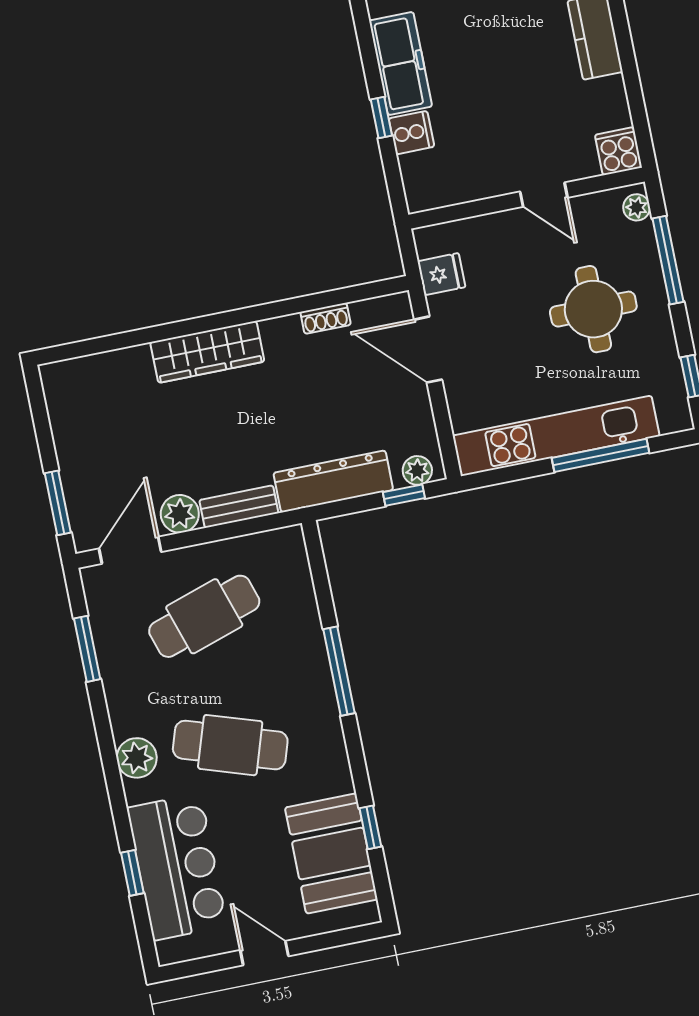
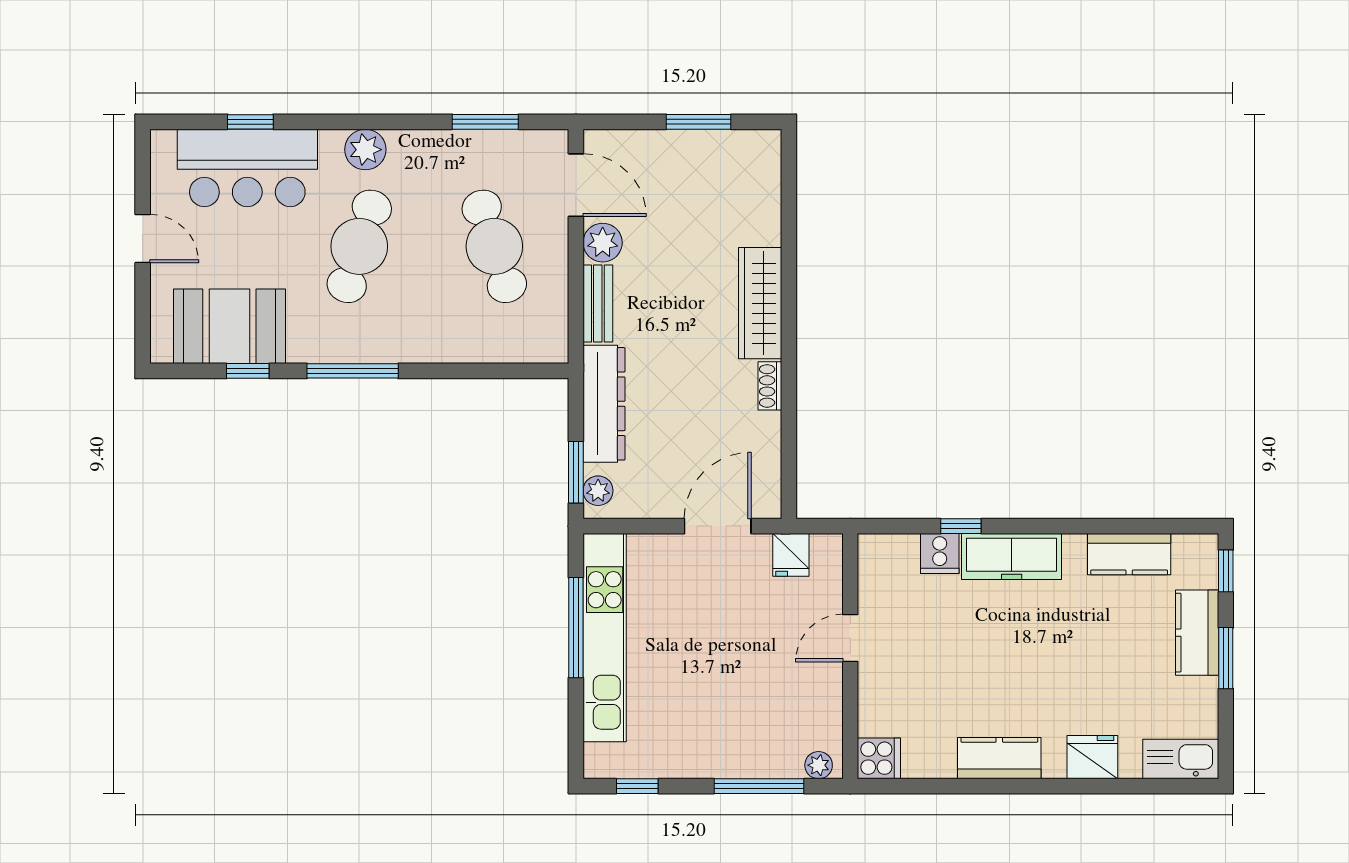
door: (544, 195) -> (850, 638), moved
round table: (593, 309) -> (725, 701), removed
shoe rack: (326, 318) -> (770, 386), moved
window: (600, 455) -> (576, 628), moved
window: (404, 495) -> (576, 472), width x1.50
window: (58, 503) -> (699, 122), moved
window: (339, 671) -> (353, 371), moved
door: (264, 953) -> (143, 239), hinge flipped

